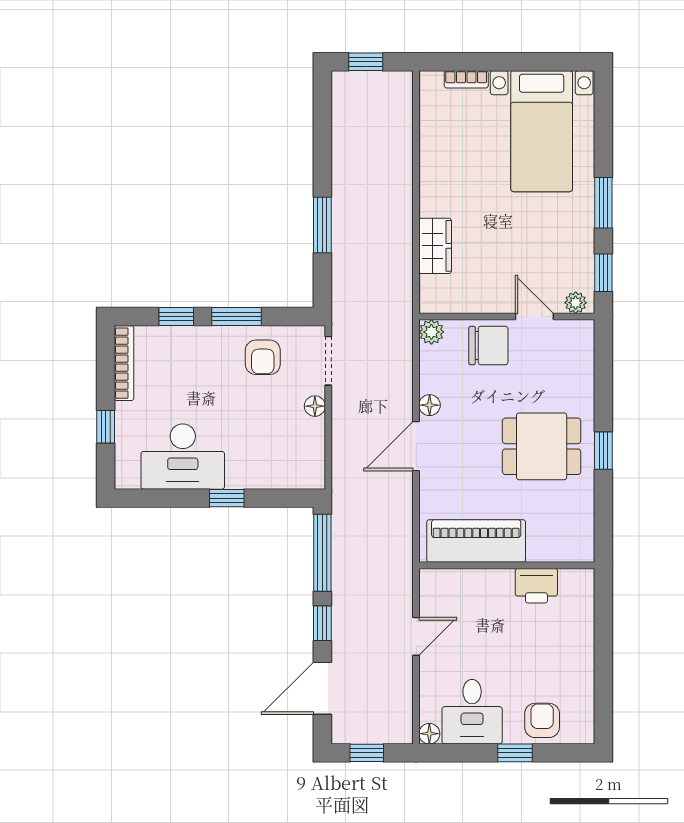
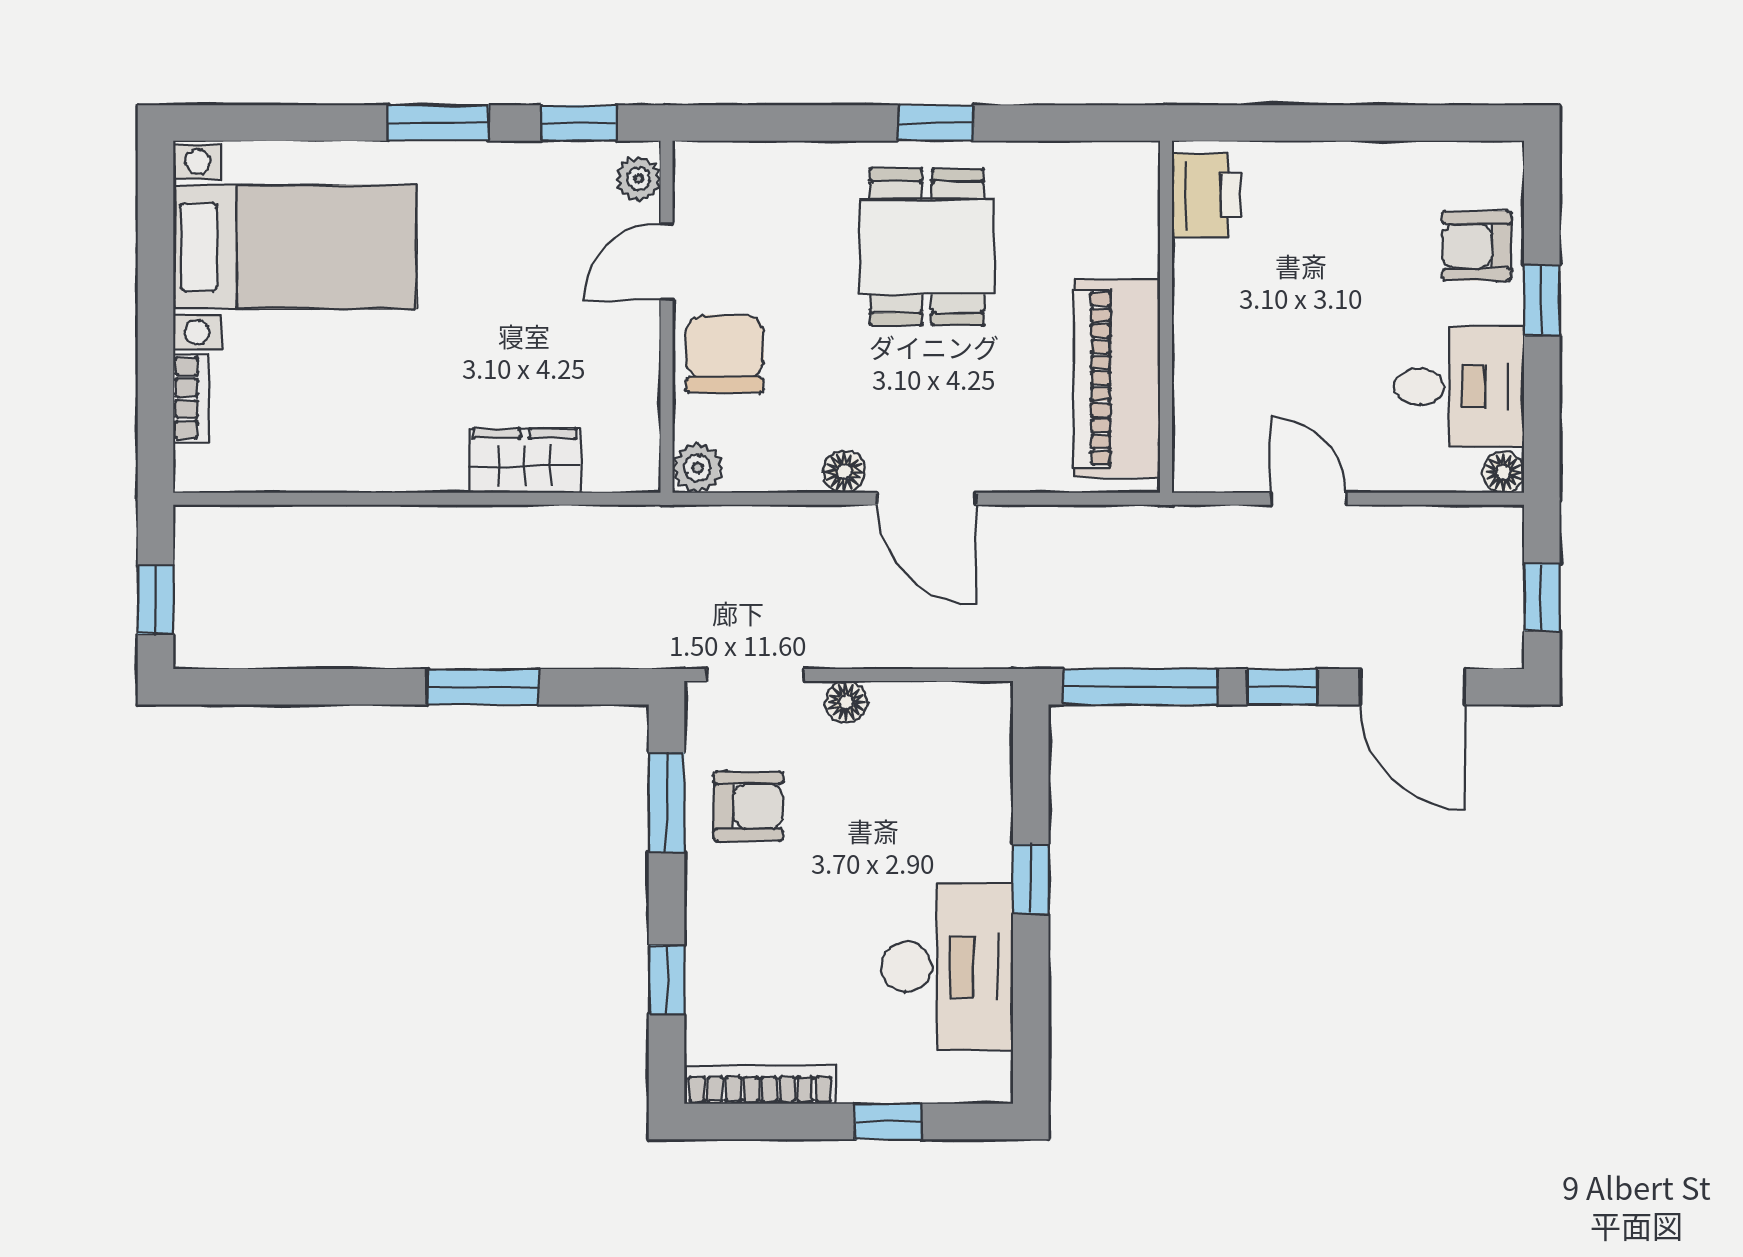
window: (236, 317) -> (667, 803), moved
printer: (536, 586) -> (1207, 196), moved

